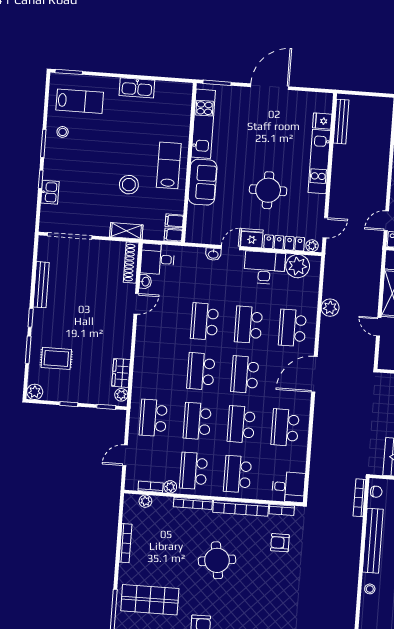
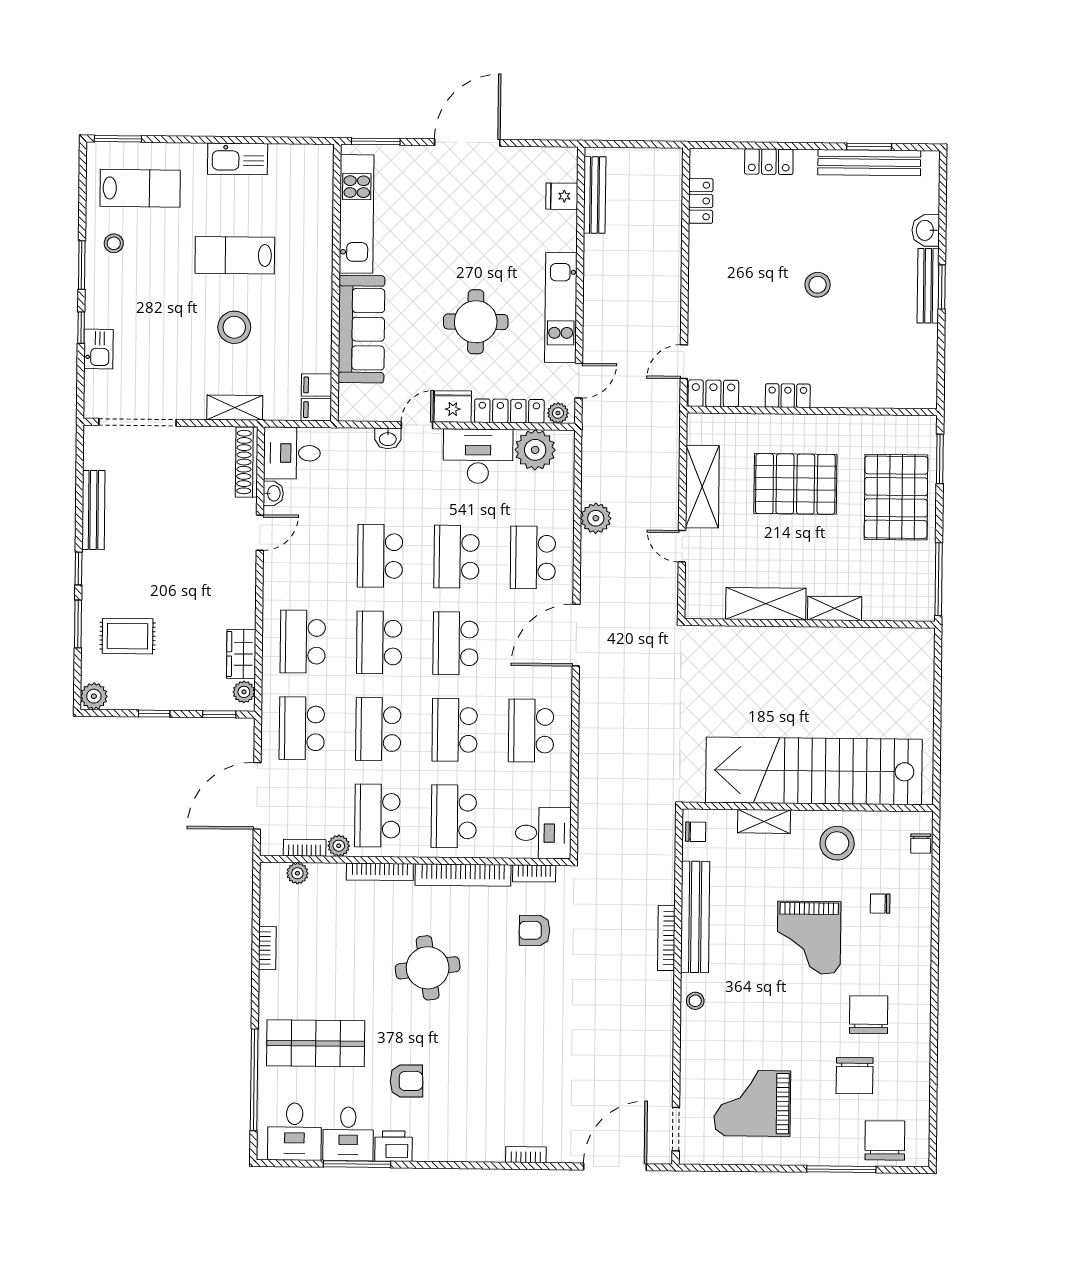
kitchen unit: (319, 162) -> (561, 307), moved
lab bench: (169, 165) -> (235, 255), moved, turned -90
sofa: (203, 182) -> (361, 329), width x1.36
school desk: (157, 368) -> (303, 642), added
door: (125, 455) -> (257, 796), width x1.88
bookcase: (359, 498) -> (666, 938), moved
bookcase: (125, 543) -> (267, 948), width x0.64

